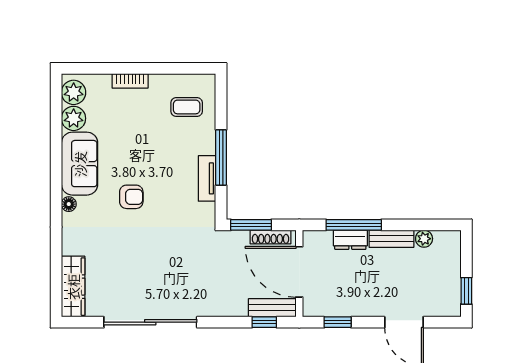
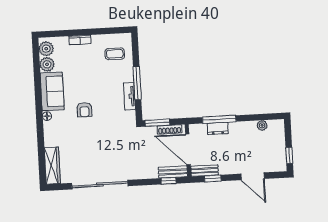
armchair: (131, 197) -> (84, 110), turned 90
bench: (391, 239) -> (205, 171), moved

